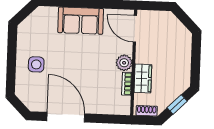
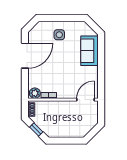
sofa: (81, 21) -> (90, 51), moved
plant: (124, 63) -> (35, 93), moved
wardrobe: (143, 78) -> (53, 106), removed

